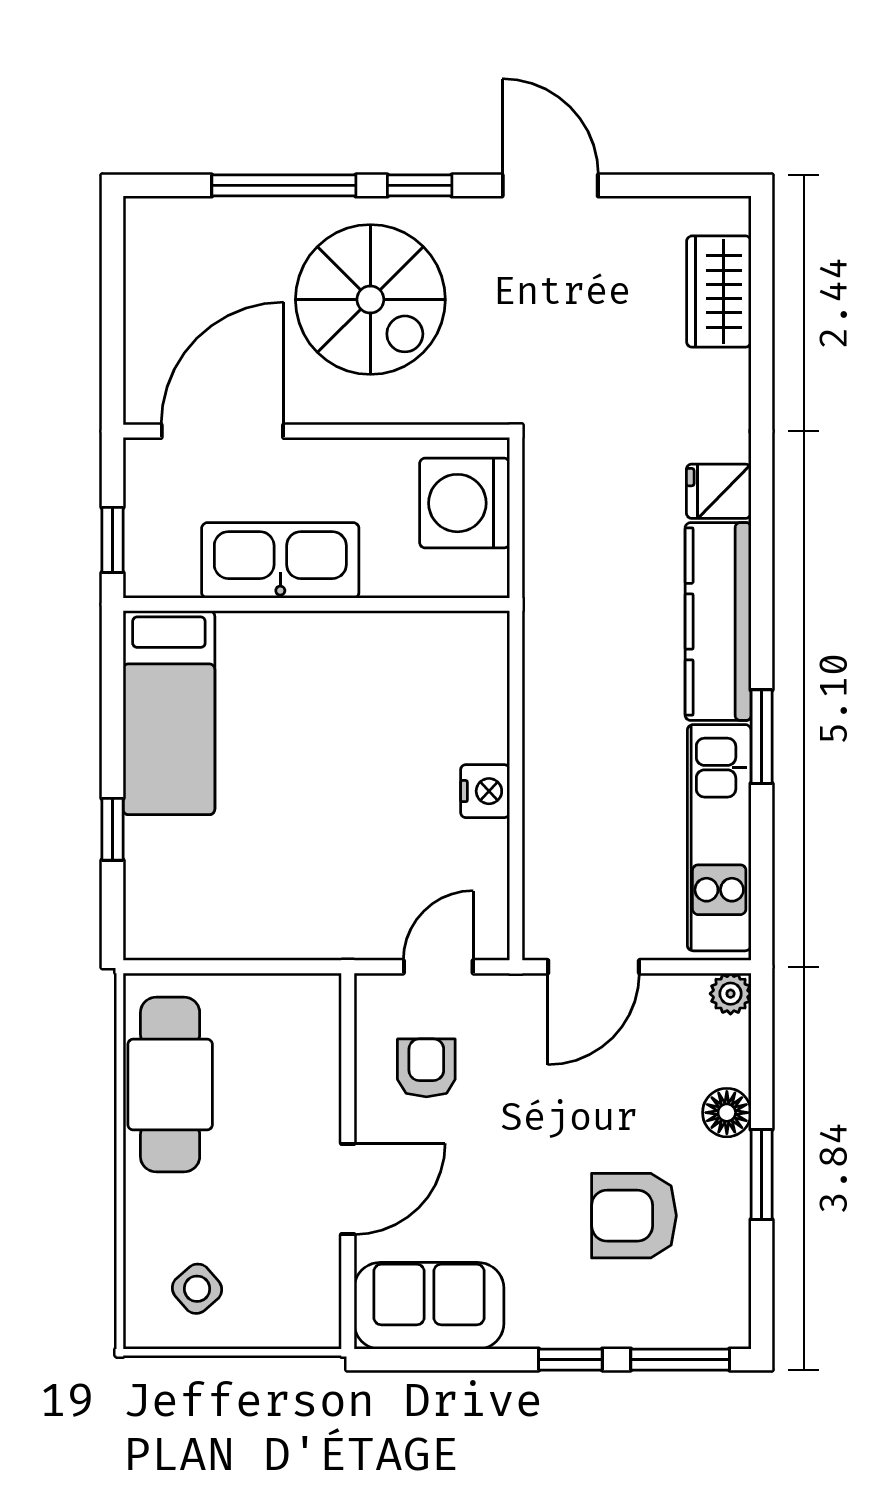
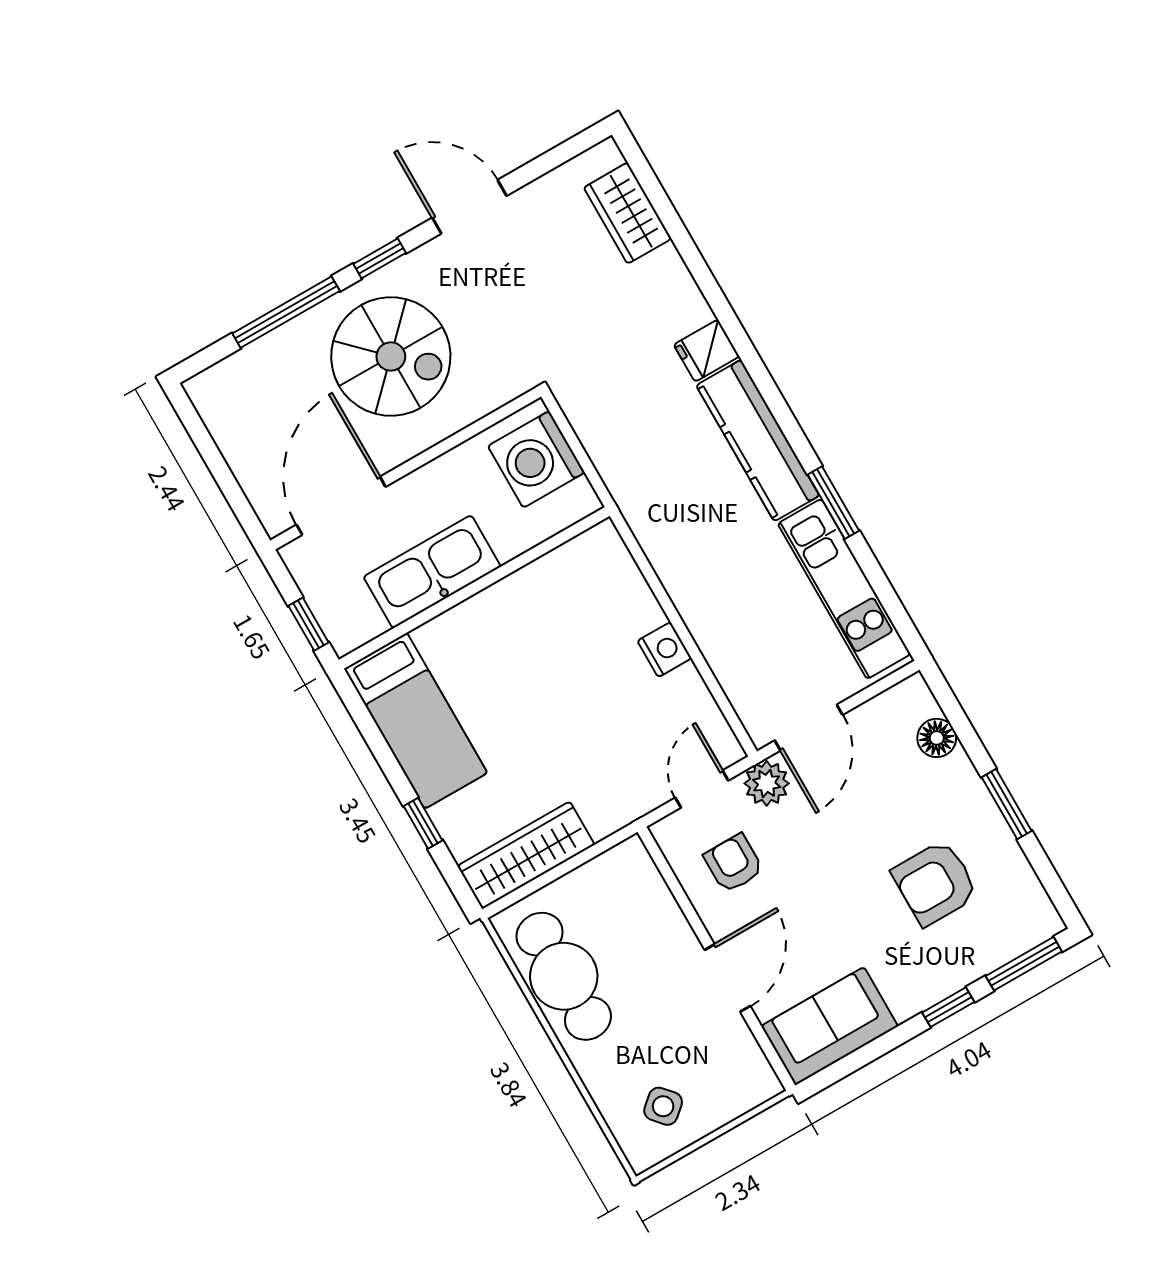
wardrobe: (205, 929) -> (526, 855), added
plant: (731, 994) -> (767, 783), moved, width x1.38, depth x1.38
floor lamp: (727, 1113) -> (937, 738), moved

